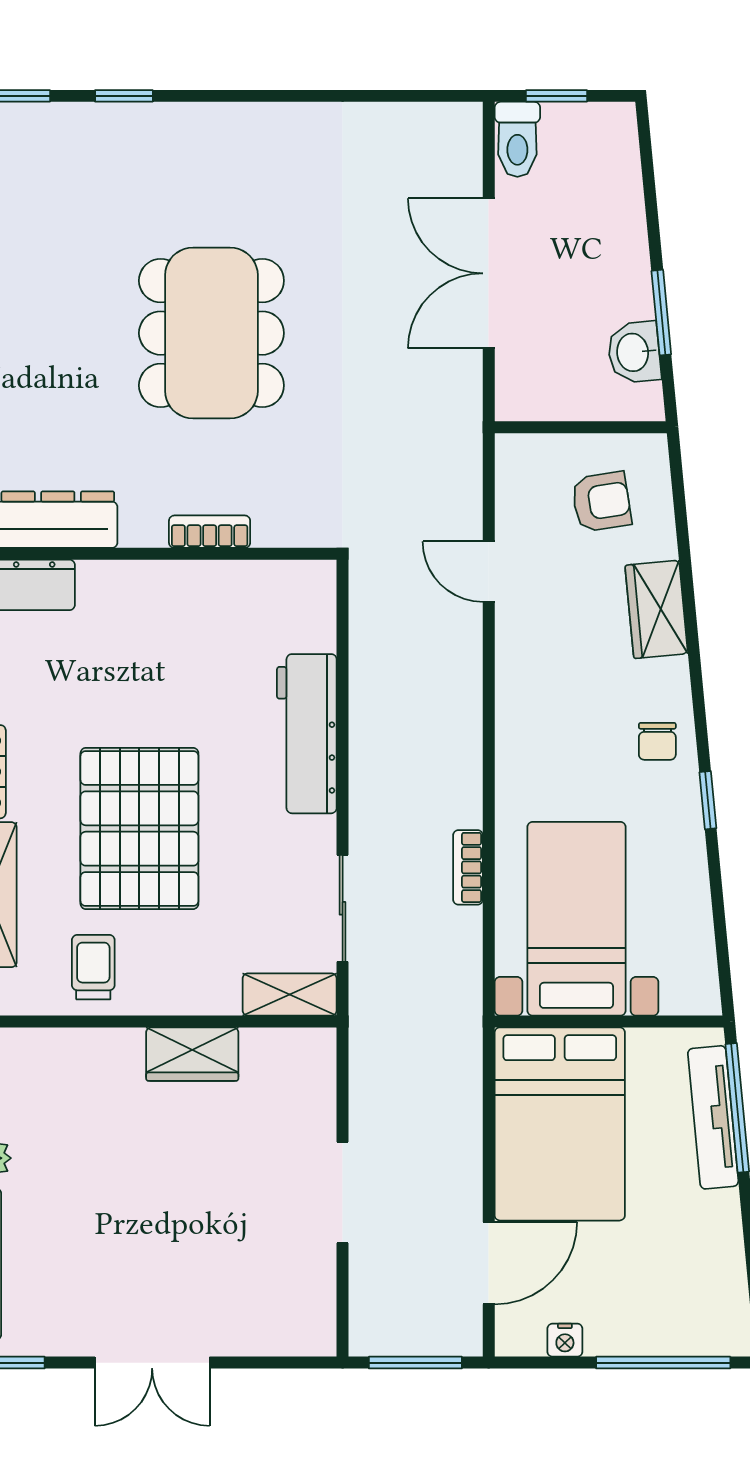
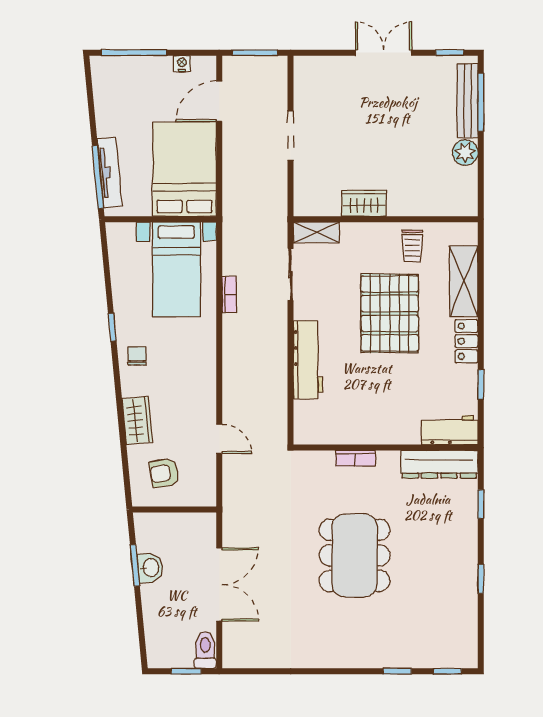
washbasin: (634, 352) -> (150, 568), moved

